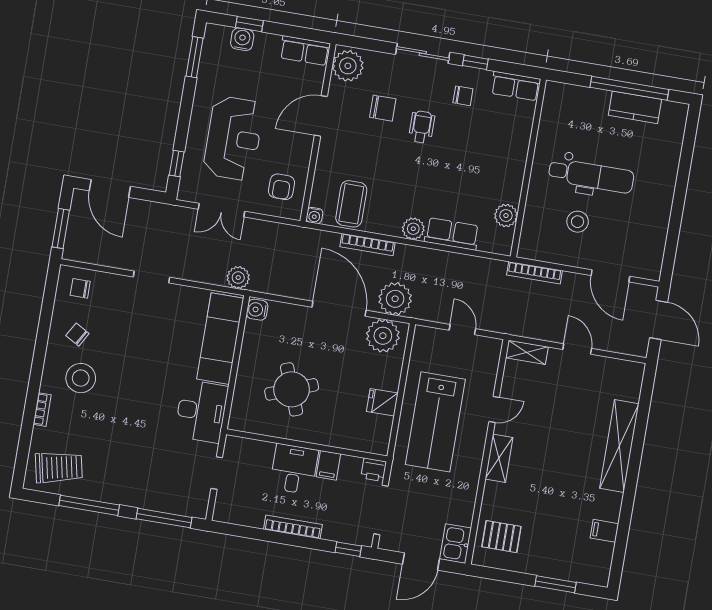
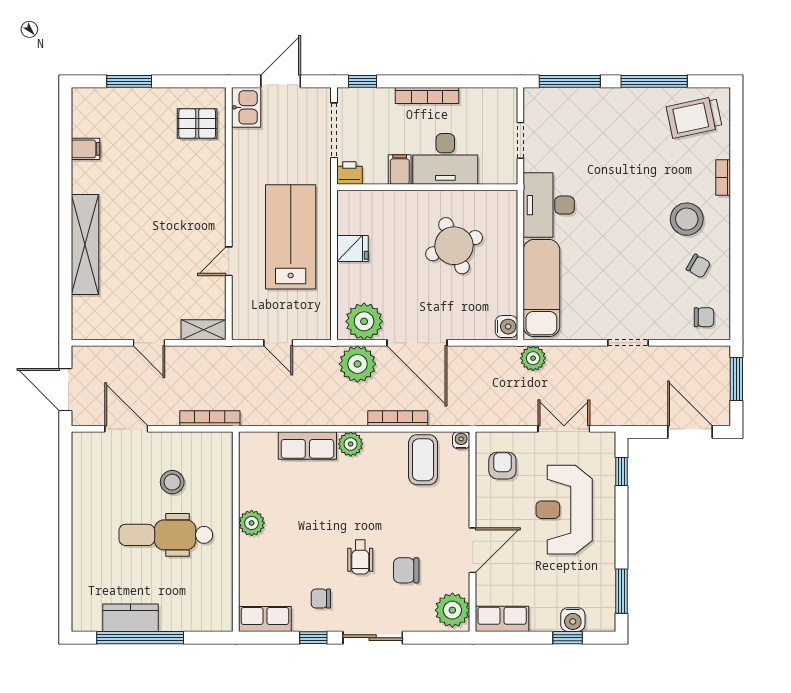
plant: (506, 216) -> (252, 523), moved
shelving: (499, 458) -> (214, 209), removed
desk: (294, 469) -> (445, 159), width x1.37

